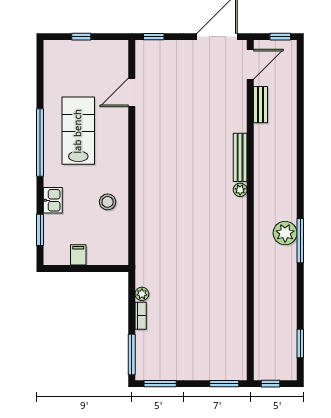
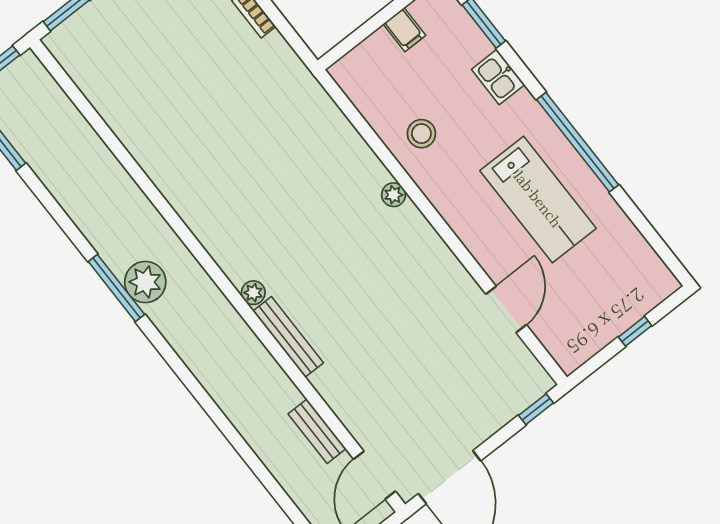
plant: (142, 294) -> (394, 195), moved

